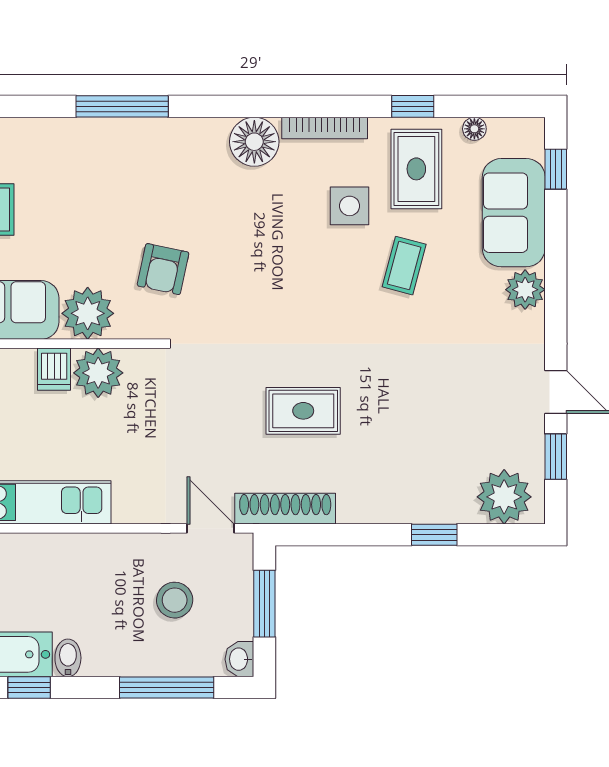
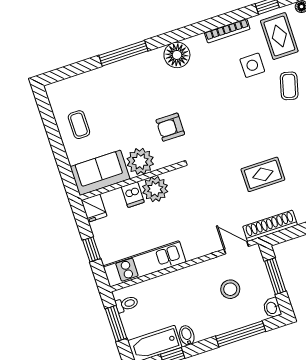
floor lamp: (254, 142) -> (177, 55), moved
armchair: (163, 269) -> (170, 127), turned 78

